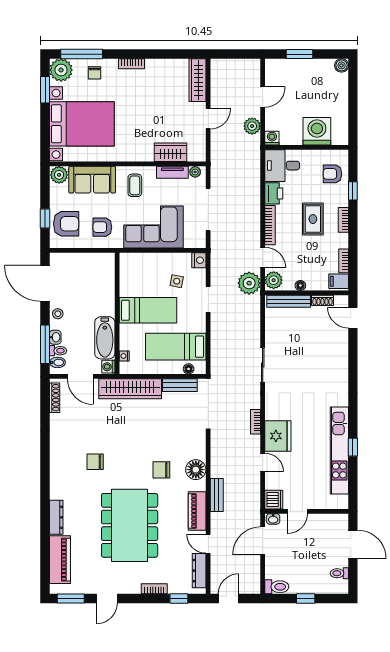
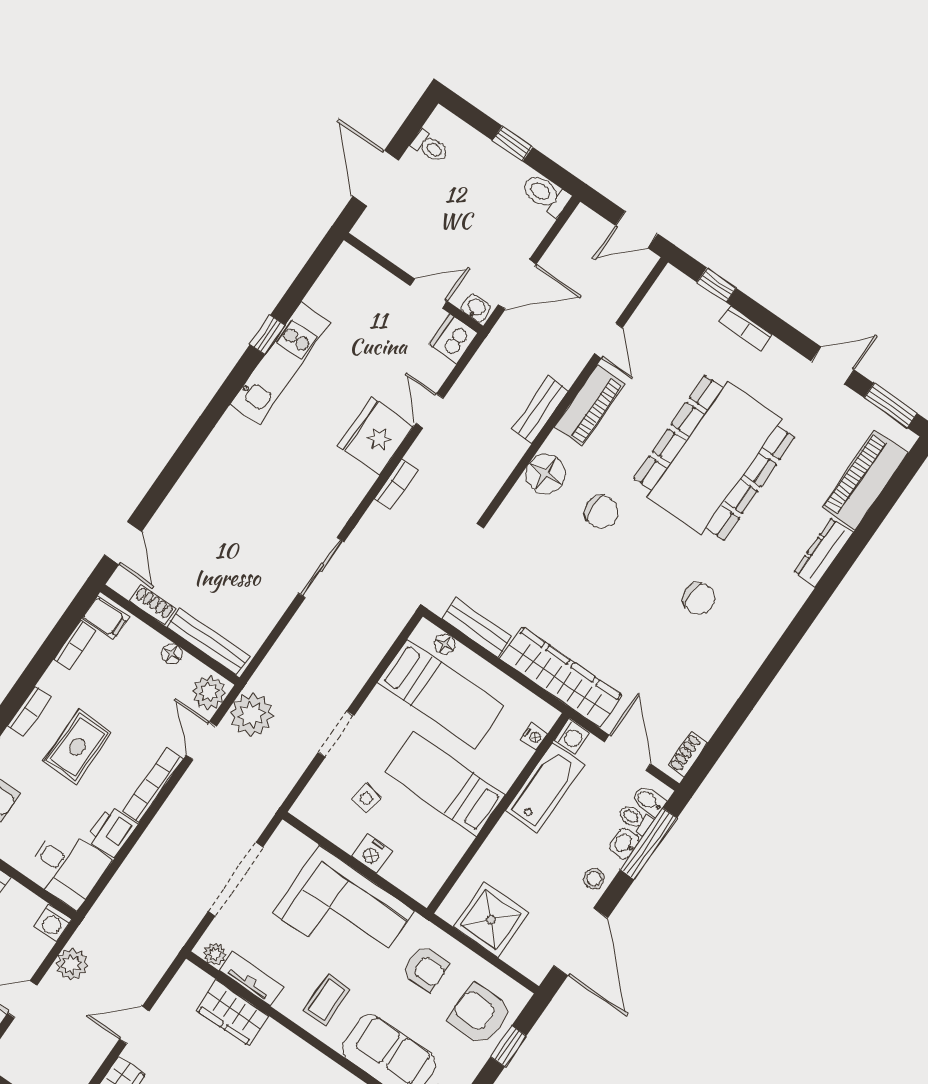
nightstand: (199, 260) -> (372, 854), moved, turned -90
shower: (89, 267) -> (491, 920), added
shoe rack: (55, 398) -> (688, 754), width x0.70
kitchen unit: (339, 450) -> (280, 363), width x0.73
dresser: (199, 571) -> (653, 307), removed

